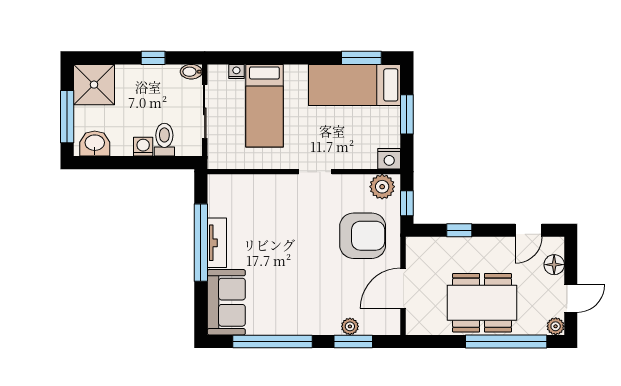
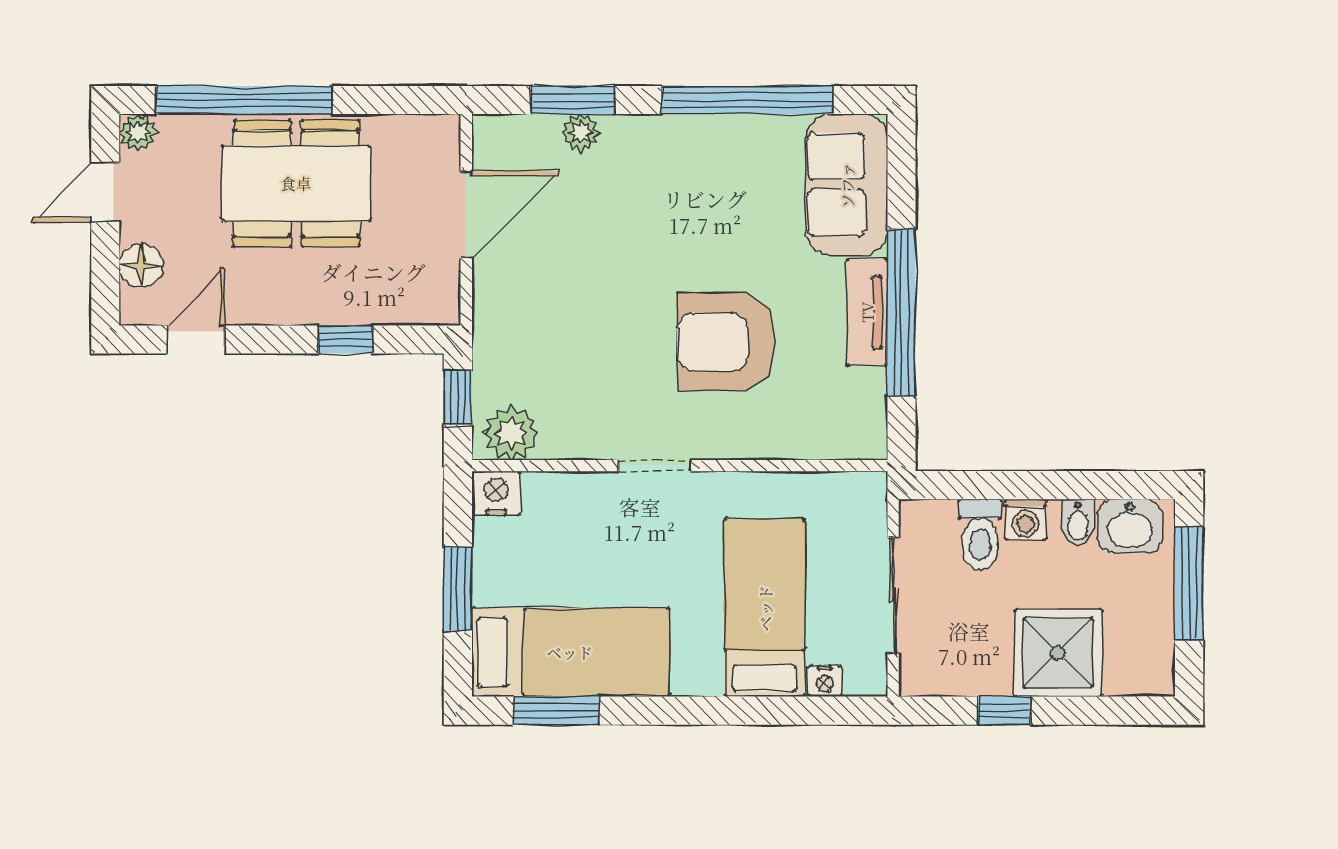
bidet: (191, 72) -> (1078, 523), moved, turned 90
shower: (94, 85) -> (1058, 653), moved
armchair: (363, 236) -> (726, 342), moved

